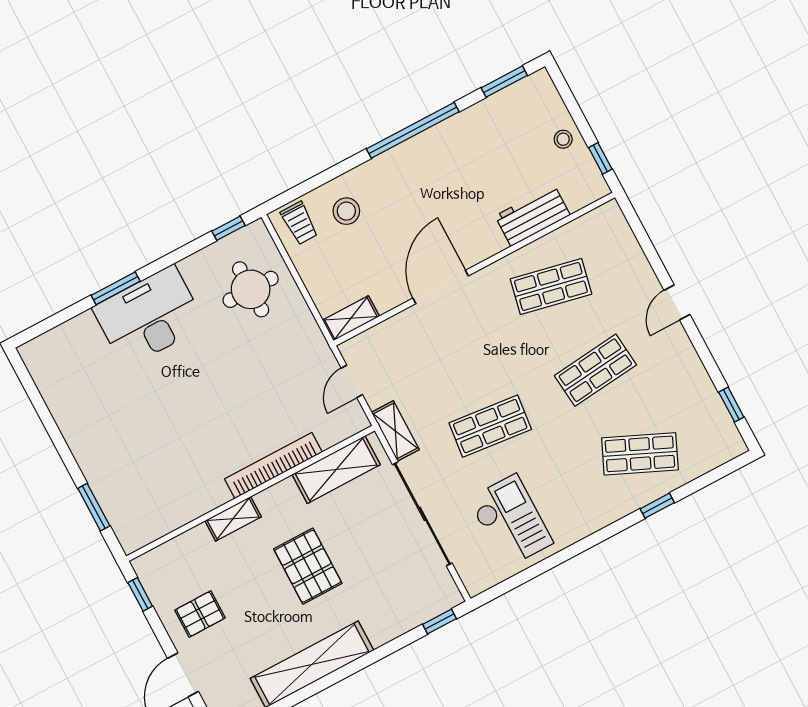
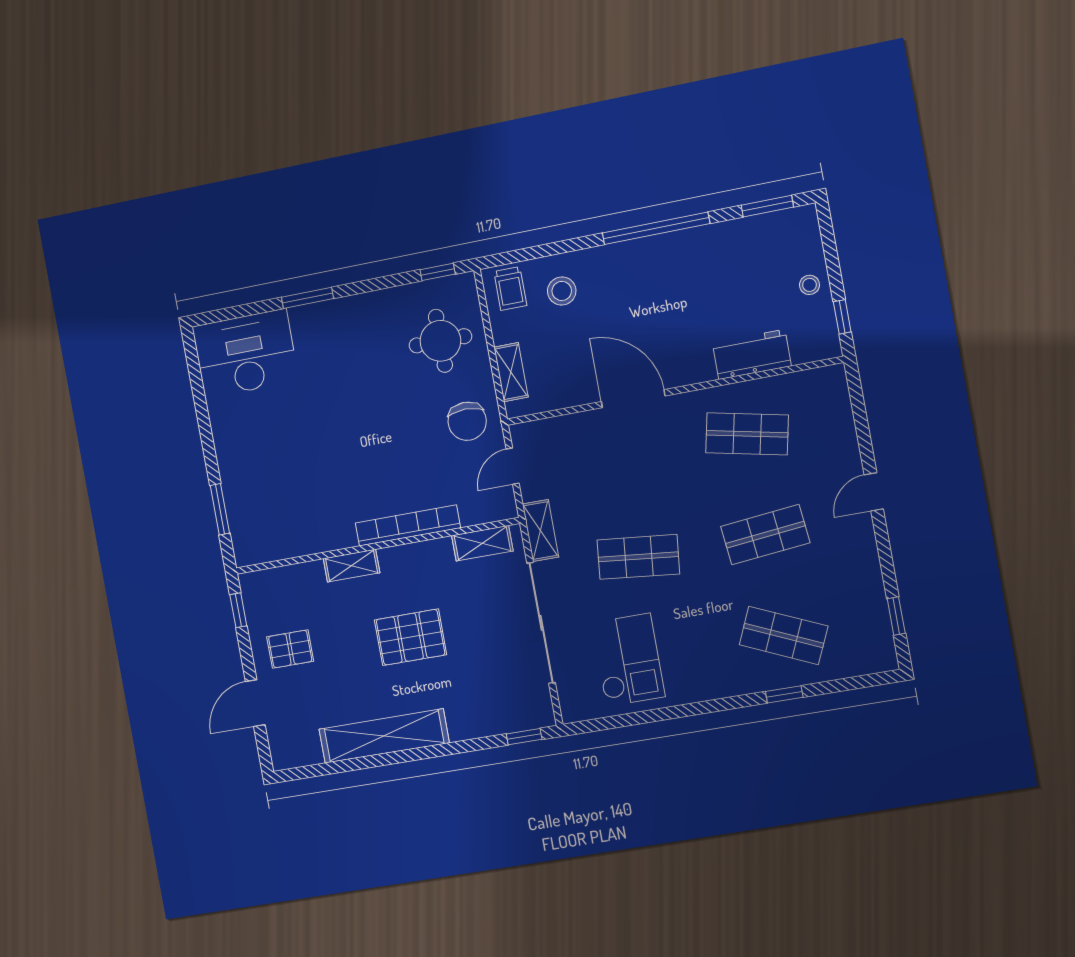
door: (441, 287) -> (633, 399), hinge flipped
desk: (149, 317) -> (245, 354), moved
shelving: (351, 318) -> (511, 372), moved, turned 90
chair: (298, 354) -> (467, 421), added
shelving: (336, 470) -> (482, 543), width x0.67, depth x0.75
pallet: (308, 566) -> (410, 637), turned 90

